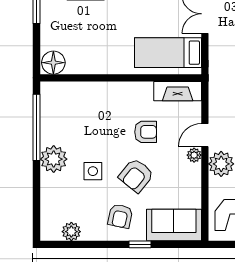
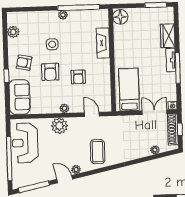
fireplace: (178, 91) -> (103, 43), moved
door: (205, 135) -> (92, 114), moved
plant: (54, 159) -> (63, 15), width x0.53, depth x0.53
armchair: (136, 175) -> (50, 72), turned -129

